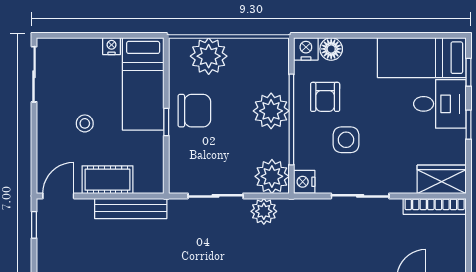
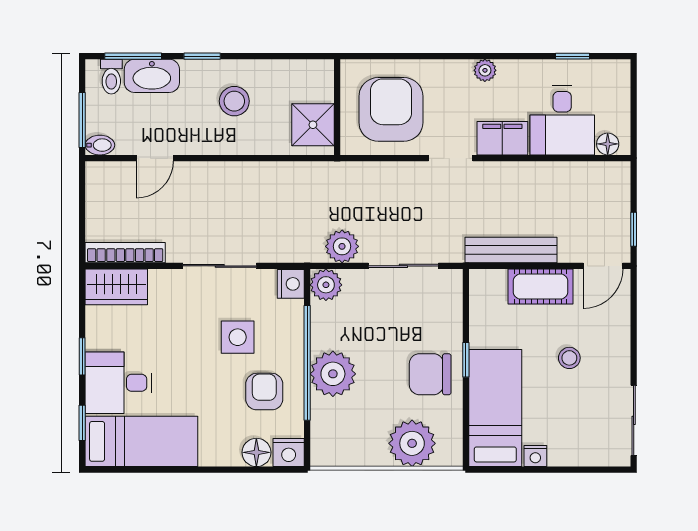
plant: (272, 176) -> (326, 285), width x0.73, depth x0.73

